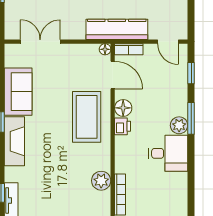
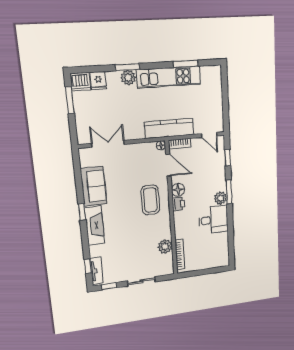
coffee table: (87, 117) -> (150, 200), width x0.73, depth x0.76

